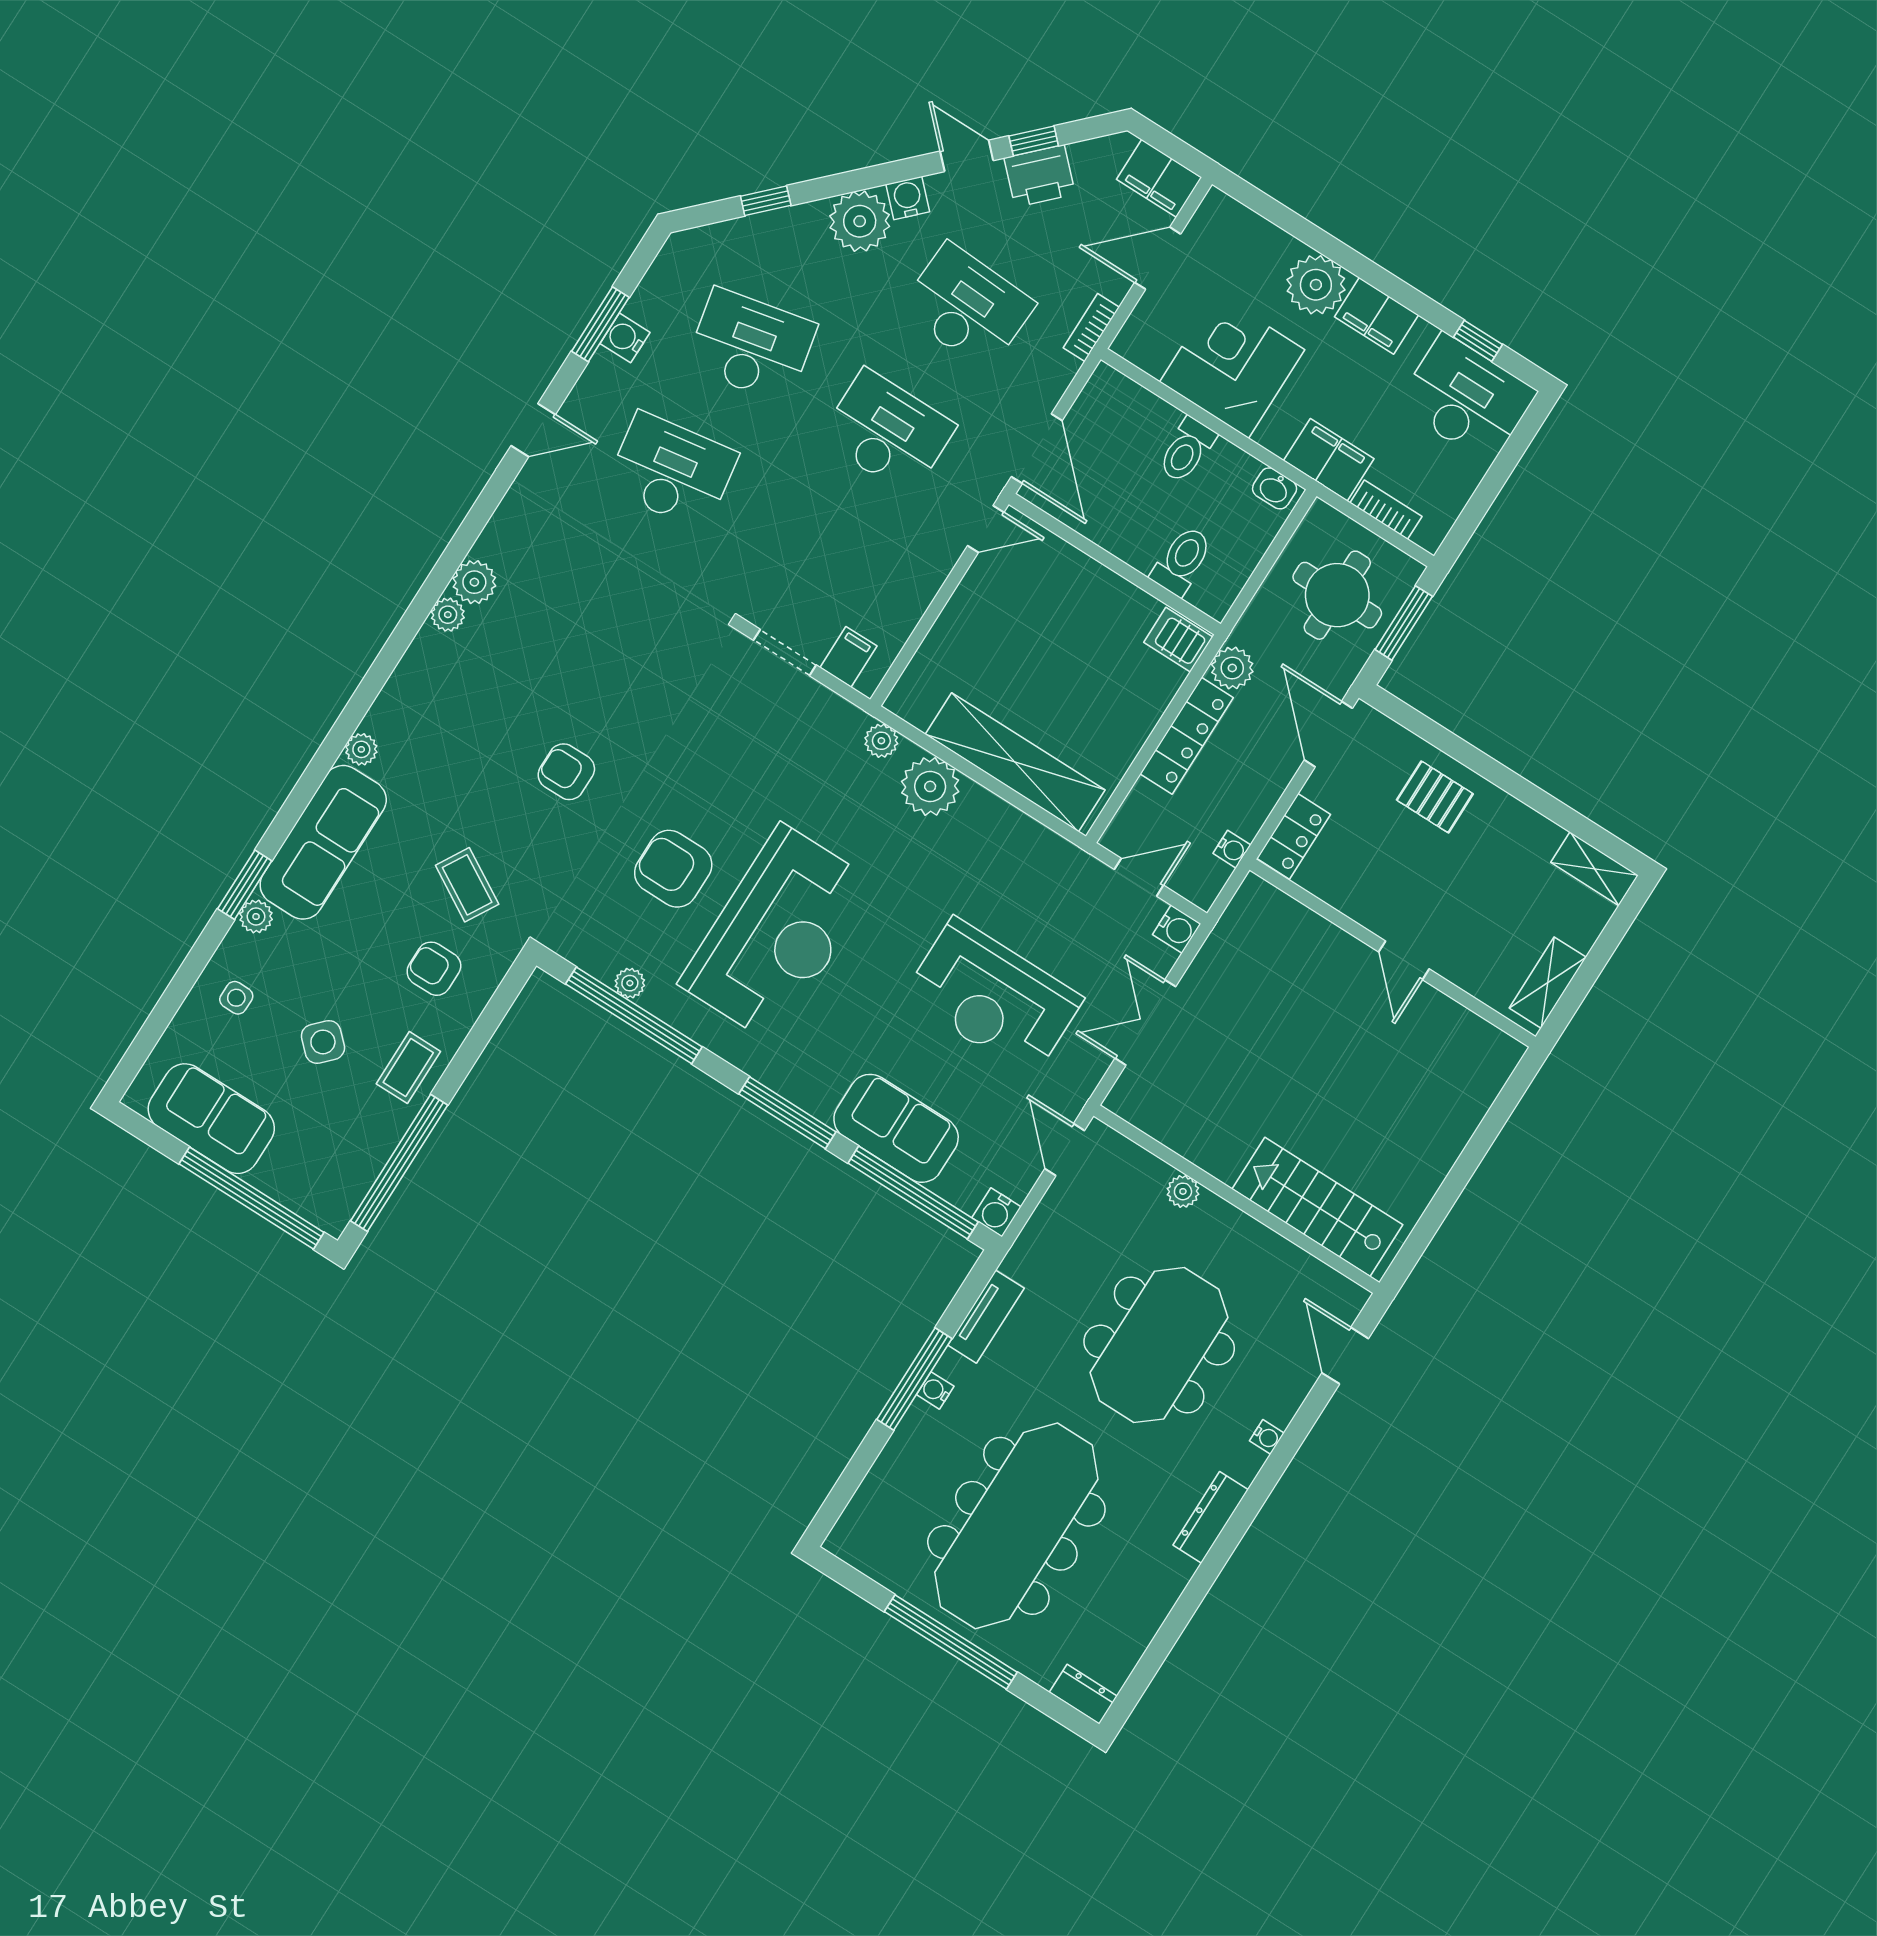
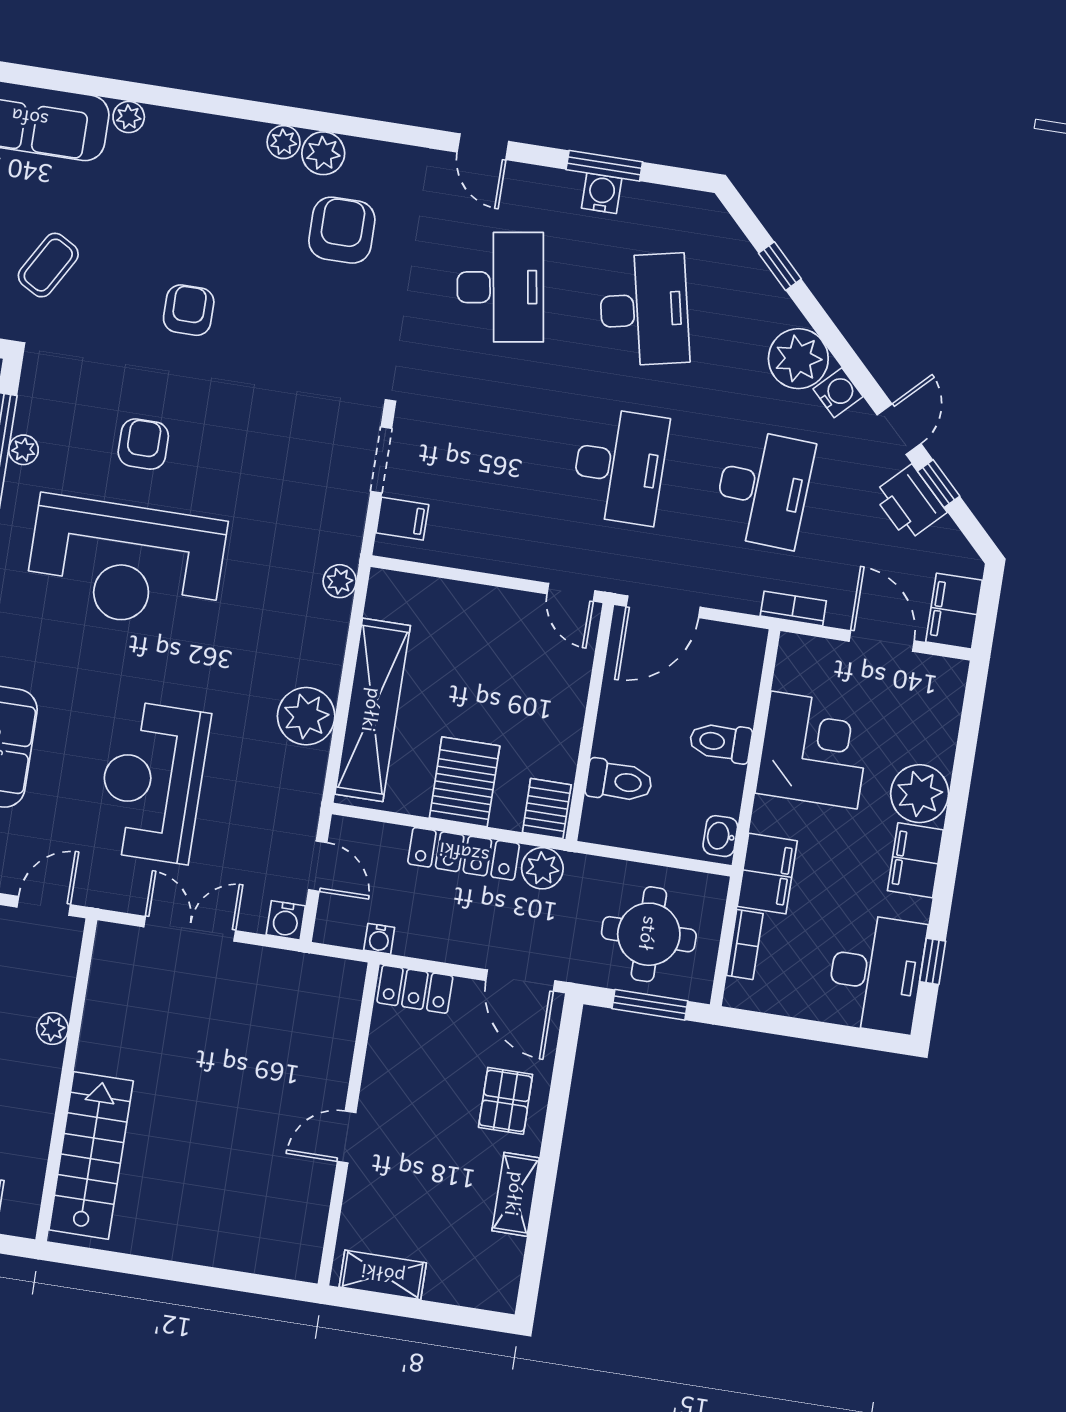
armchair: (554, 596) -> (342, 230), added
server rack: (1120, 706) -> (465, 782), added
door: (1328, 734) -> (520, 981), swing flipped
plant: (930, 786) -> (306, 716), moved
armchair: (673, 869) -> (143, 444), width x0.72, depth x0.72
shelving: (1594, 869) -> (516, 1194), moved

